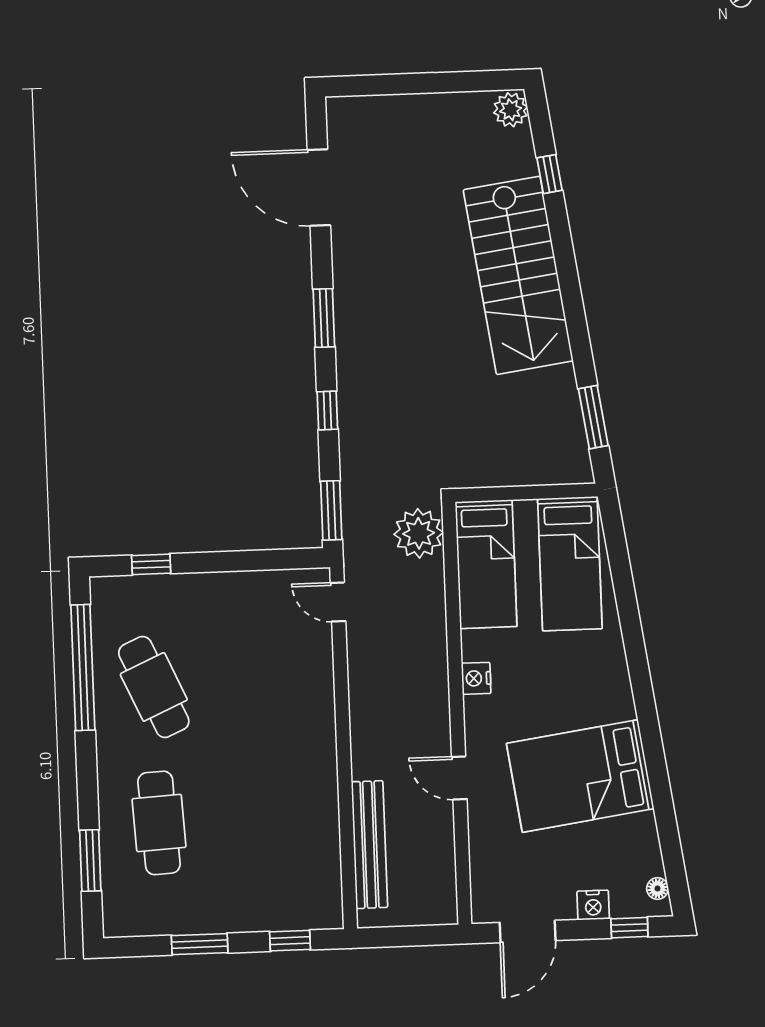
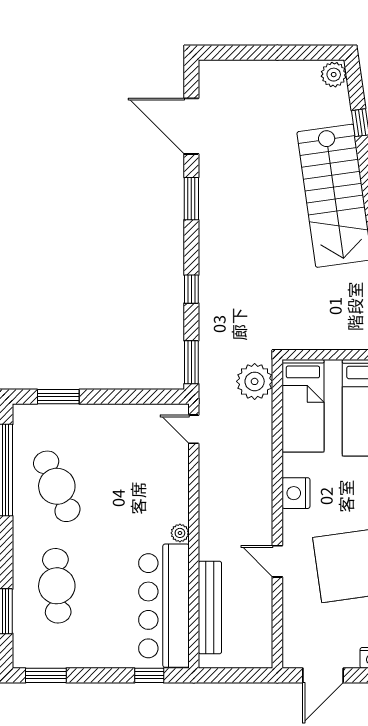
window: (324, 318) -> (191, 199), moved
window: (151, 564) -> (58, 397), width x1.50
nightstand: (476, 678) -> (296, 493), width x1.36, depth x1.33
plant: (325, 744) -> (180, 533), added
bar counter: (307, 845) -> (164, 606), added
window: (200, 944) -> (46, 675), moved

